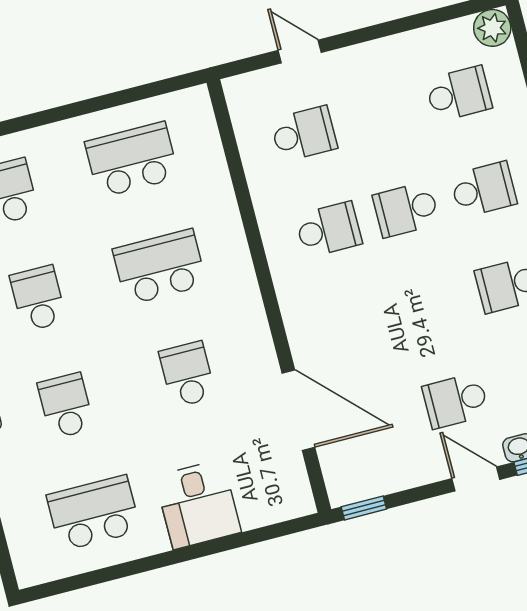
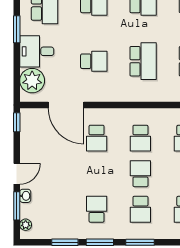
school desk: (455, 401) -> (97, 138), moved, turned 180
door: (298, 410) -> (66, 105), hinge flipped
plant: (264, 498) -> (32, 81), added
window: (161, 560) -> (17, 29), added

